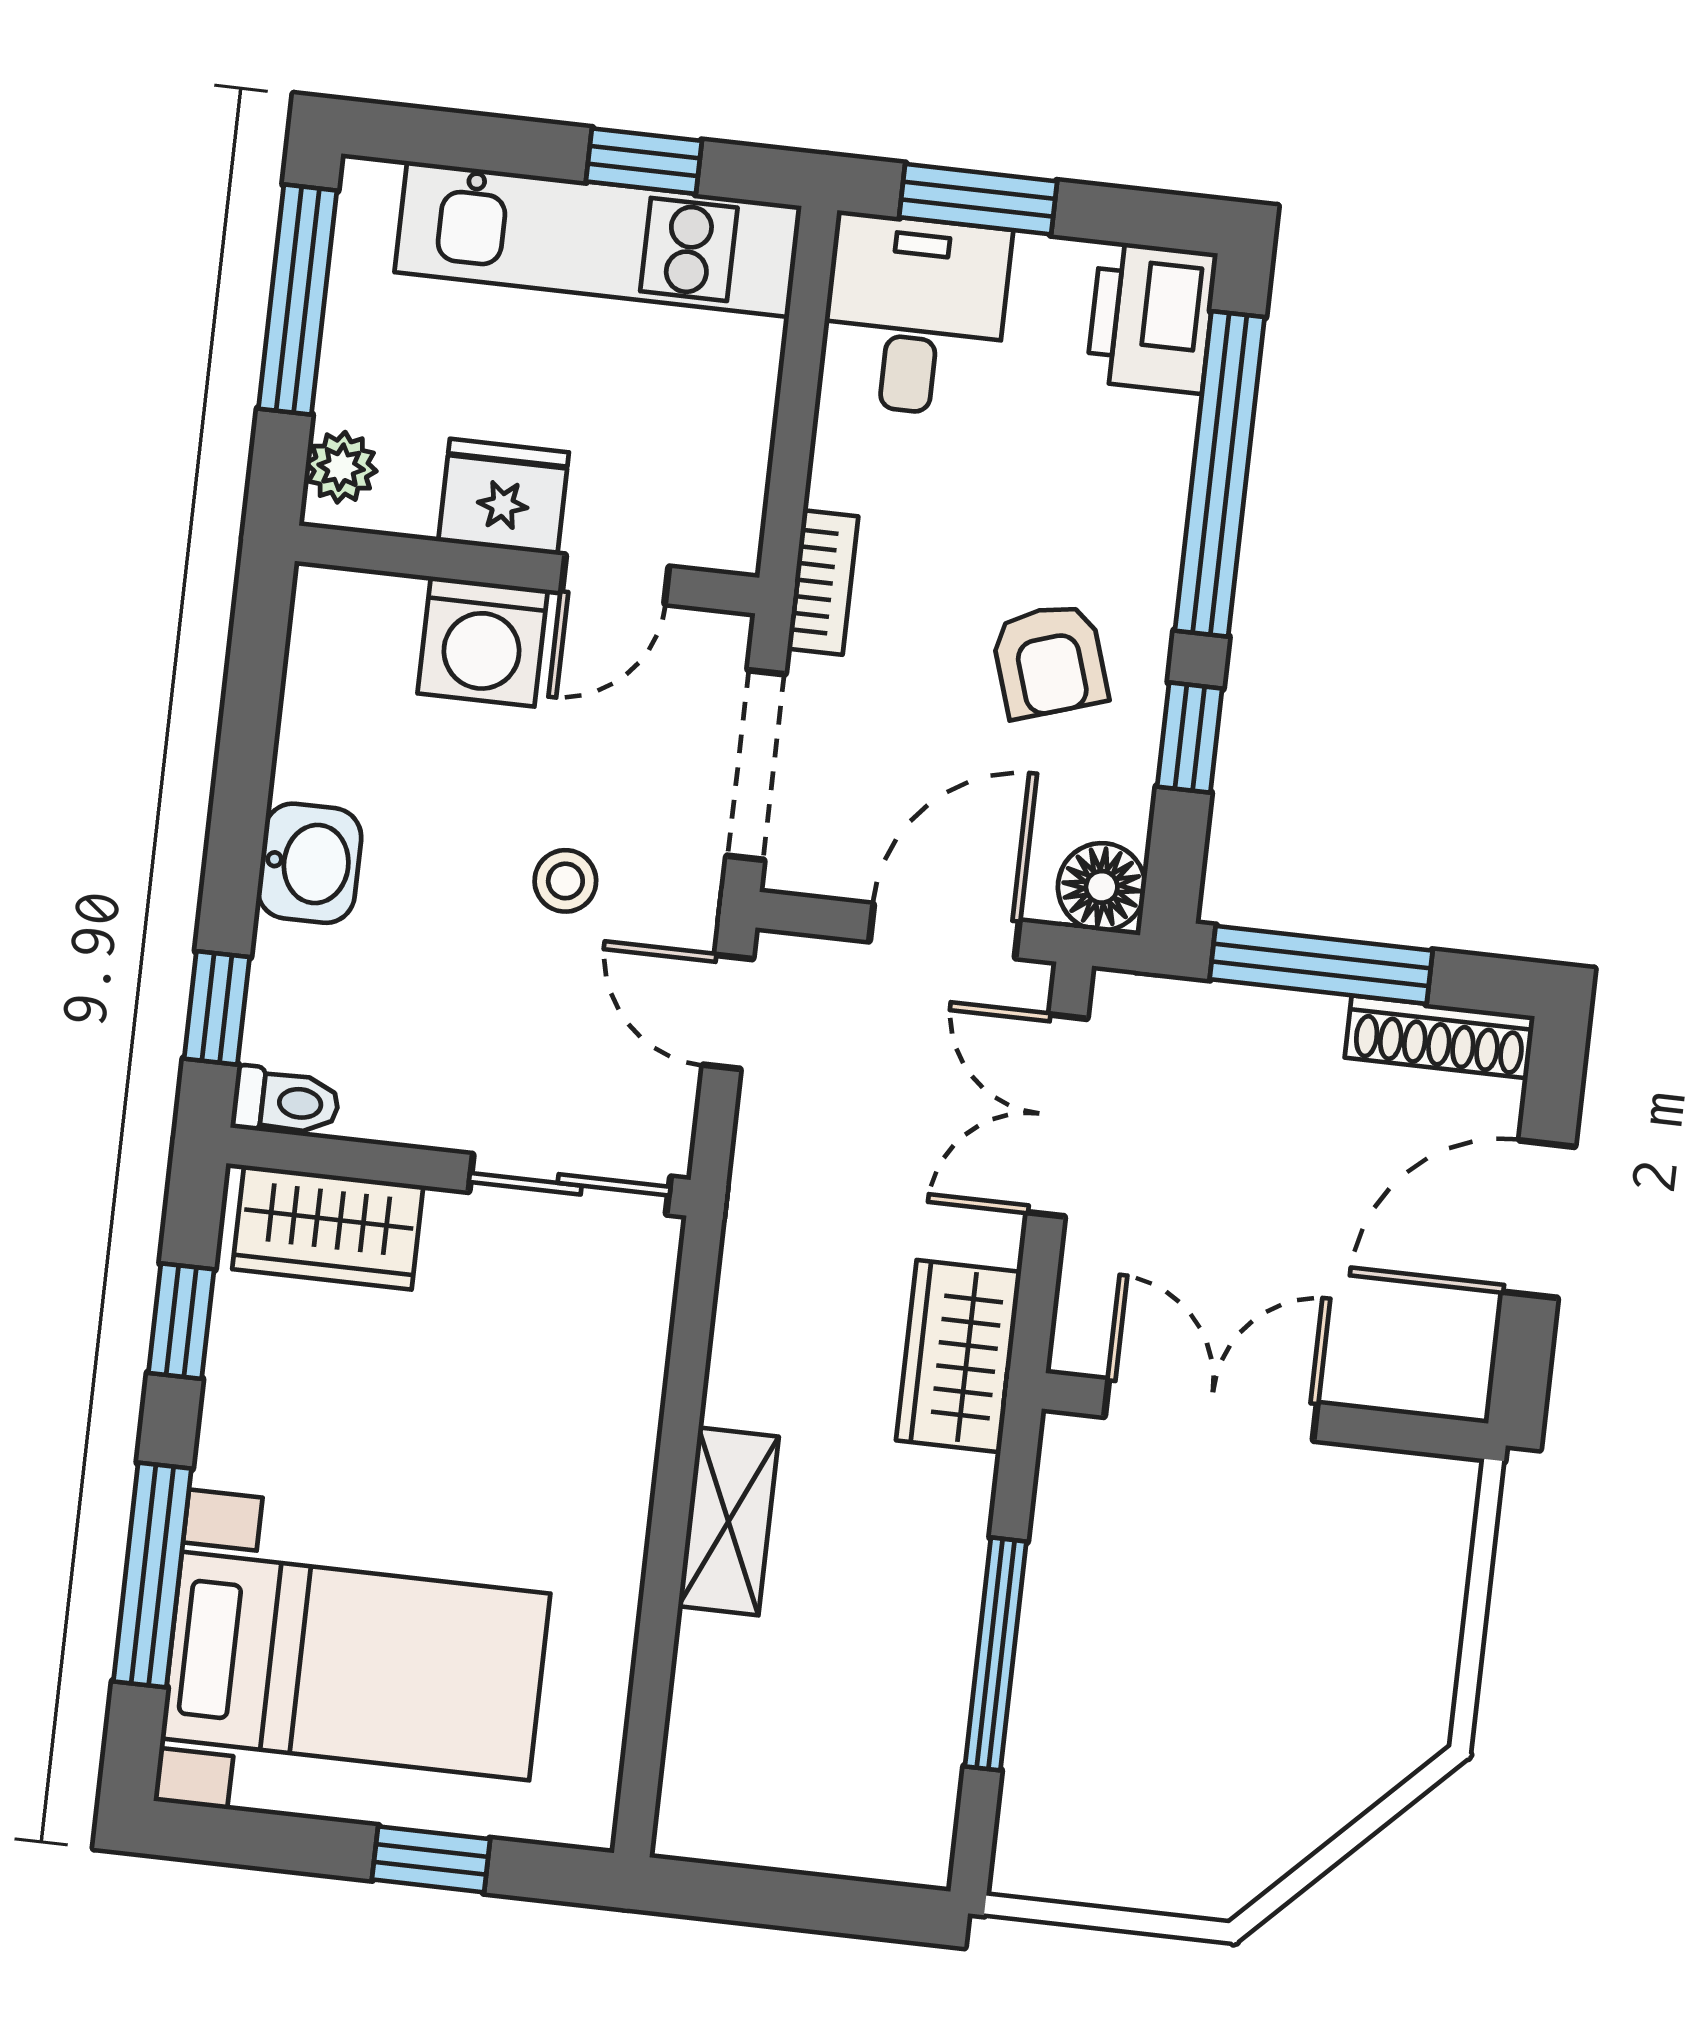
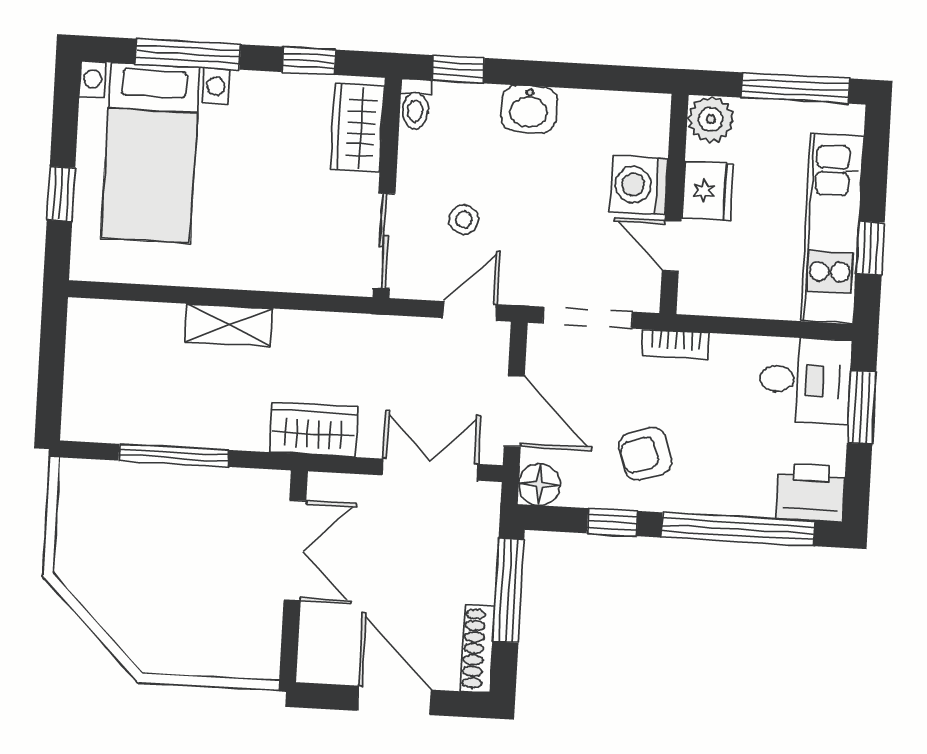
plant: (341, 467) -> (711, 119), width x1.38, depth x1.38
stool: (565, 881) -> (464, 220), moved

